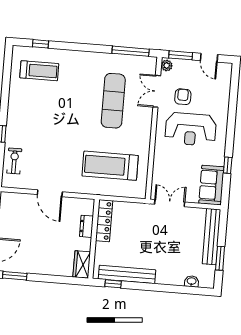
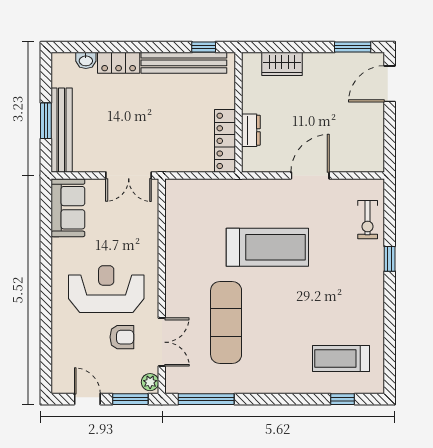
armchair: (183, 97) -> (122, 337), turned -90
window: (228, 165) -> (46, 240), removed
treadmill: (110, 166) -> (267, 247), moved
door: (50, 193) -> (310, 175), hinge flipped
window: (220, 258) -> (46, 121), moved
wardrobe: (82, 264) -> (282, 64), moved, turned 90
locker: (170, 278) -> (119, 63), added

